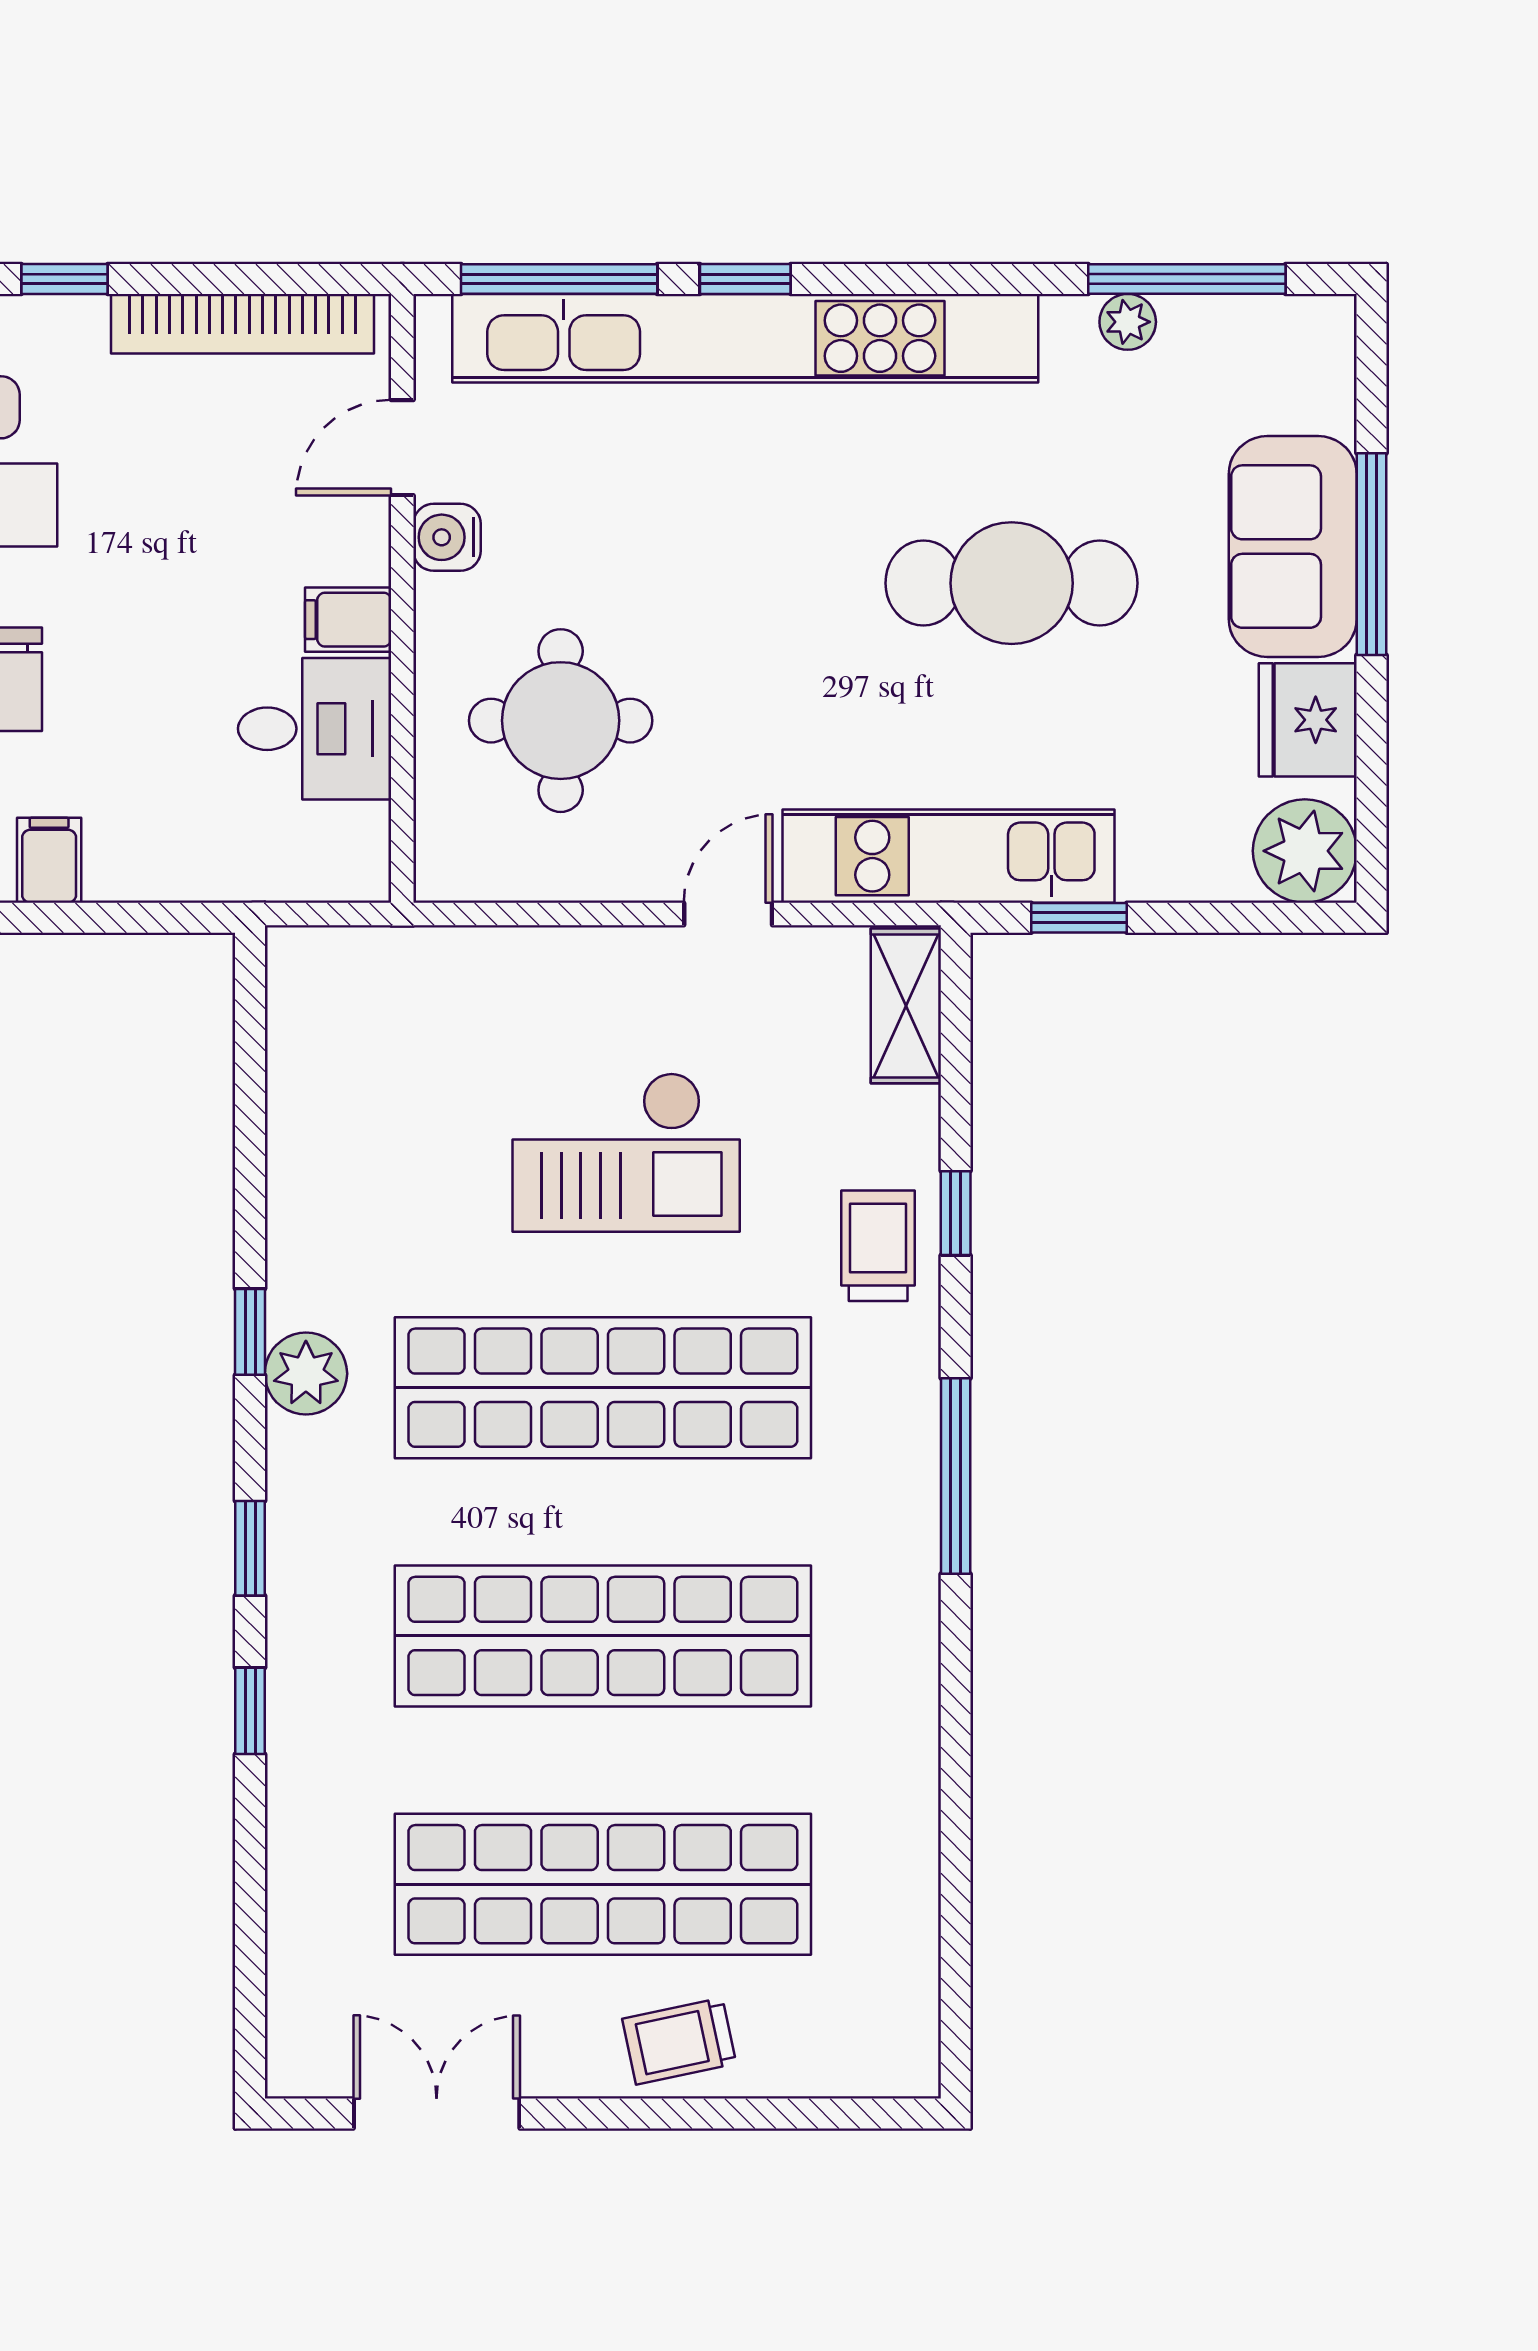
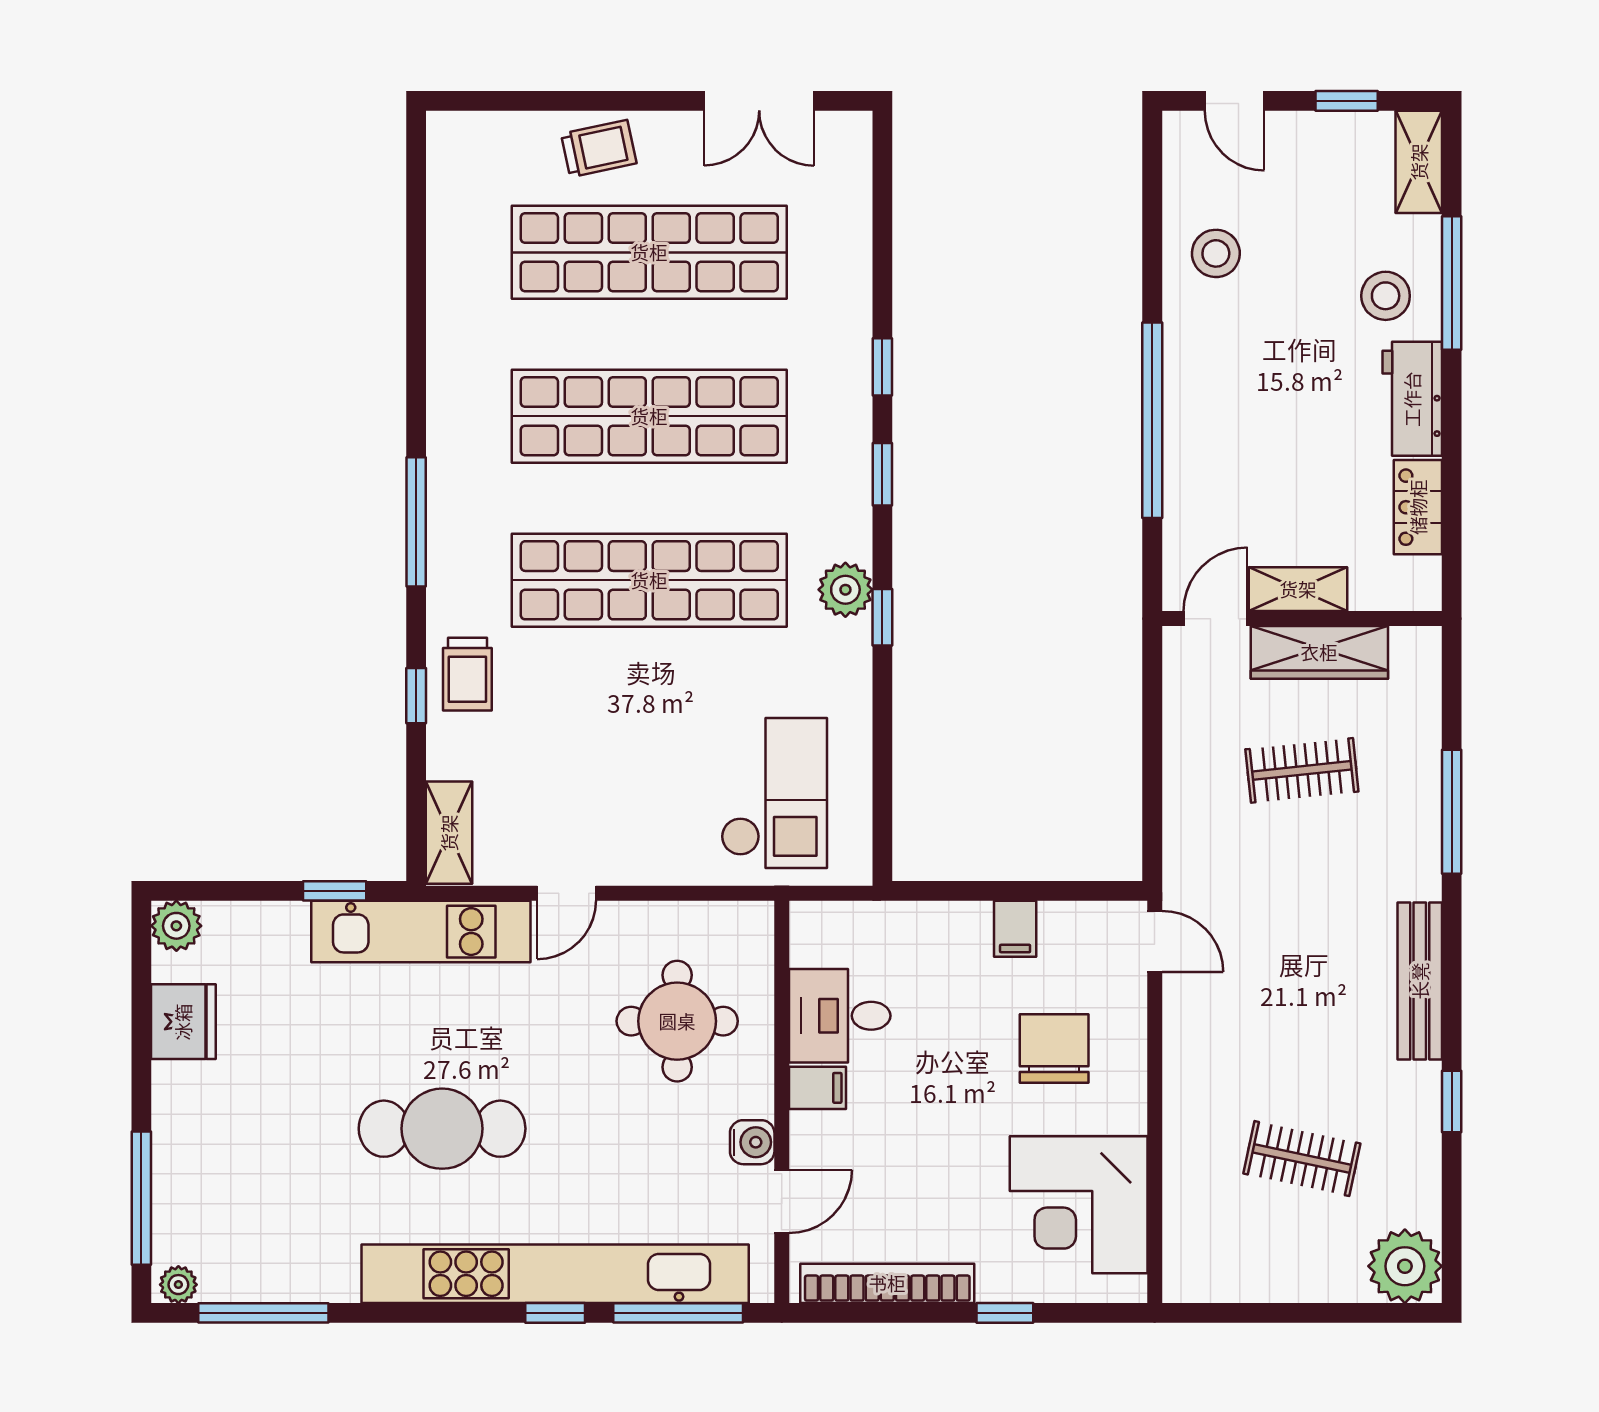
plant: (1128, 322) -> (178, 1285), moved
sofa: (1293, 547) -> (193, 1136), removed
window: (1372, 554) -> (141, 1198), moved
cafe table: (1012, 583) -> (442, 1129), moved
plant: (1305, 851) -> (176, 926), width x0.73, depth x0.73
checkout: (626, 1152) -> (774, 793), moved, turned 90

